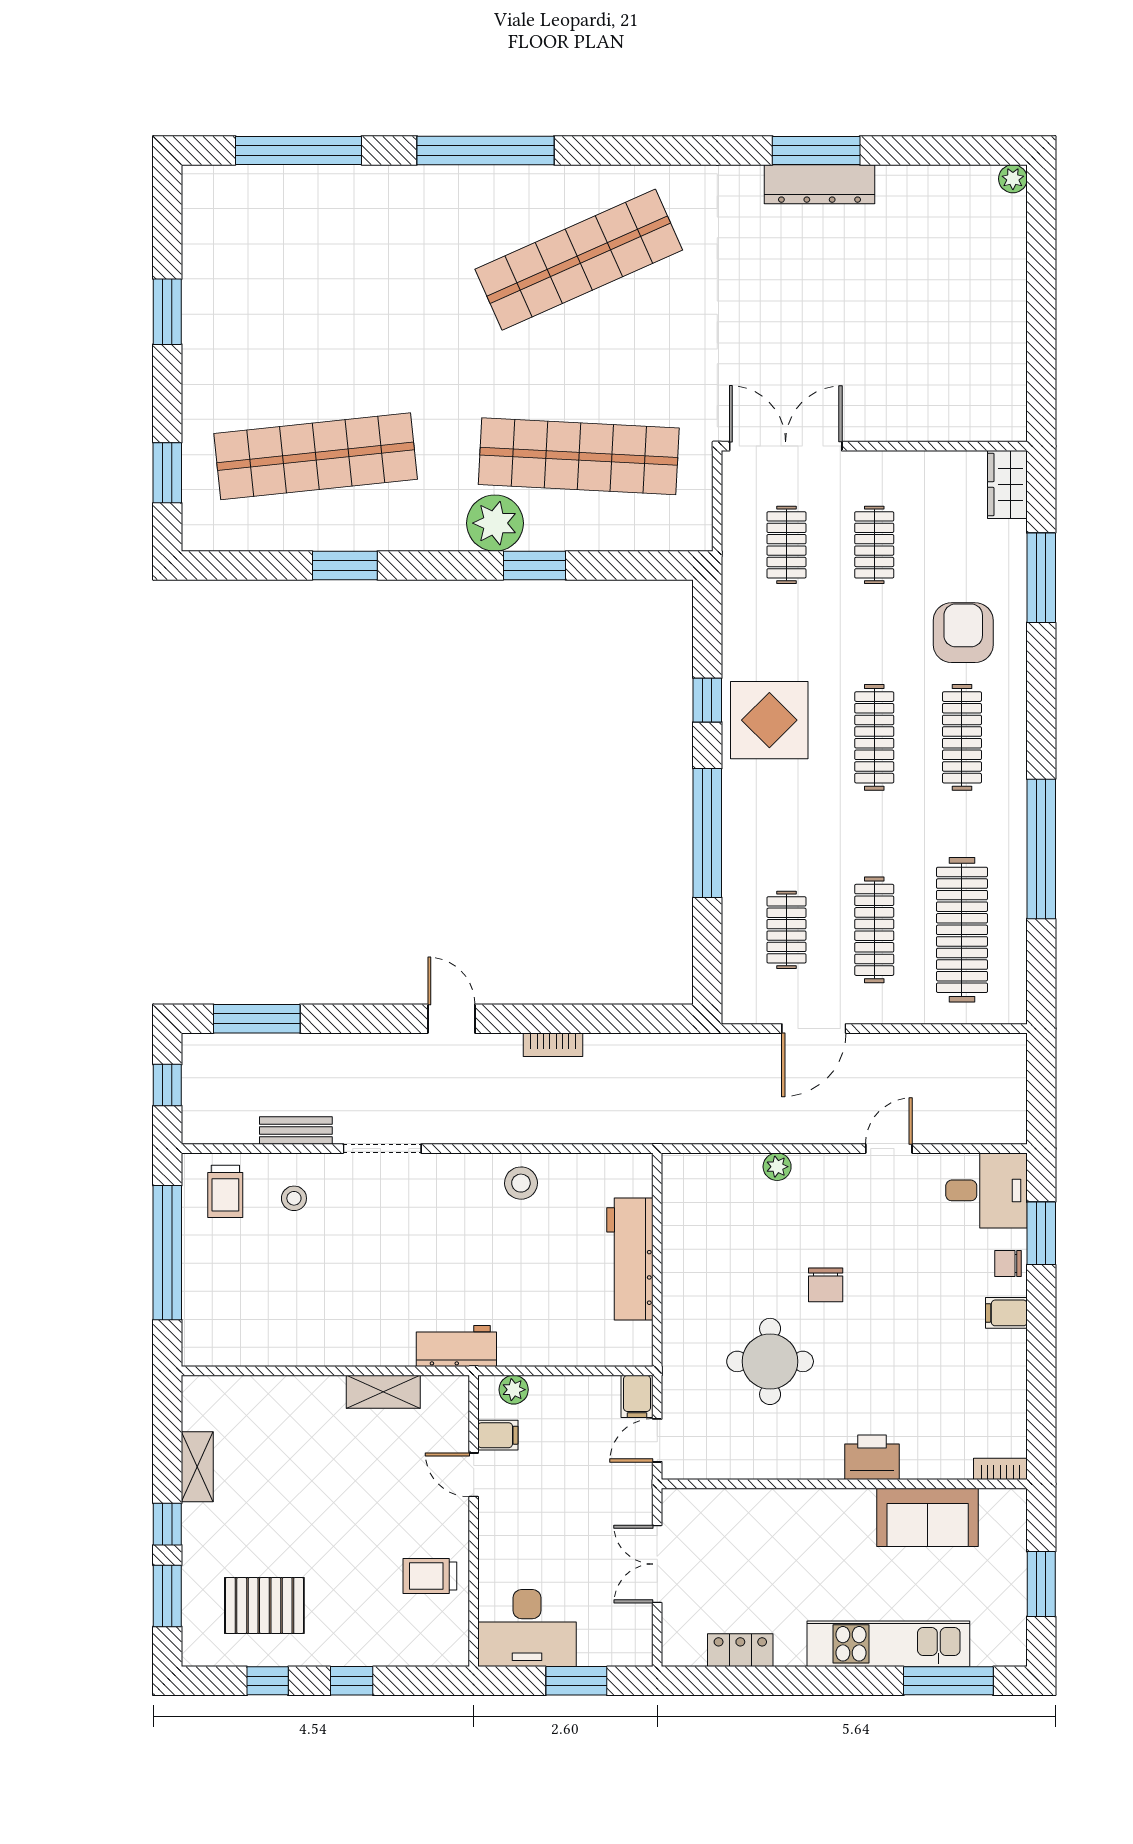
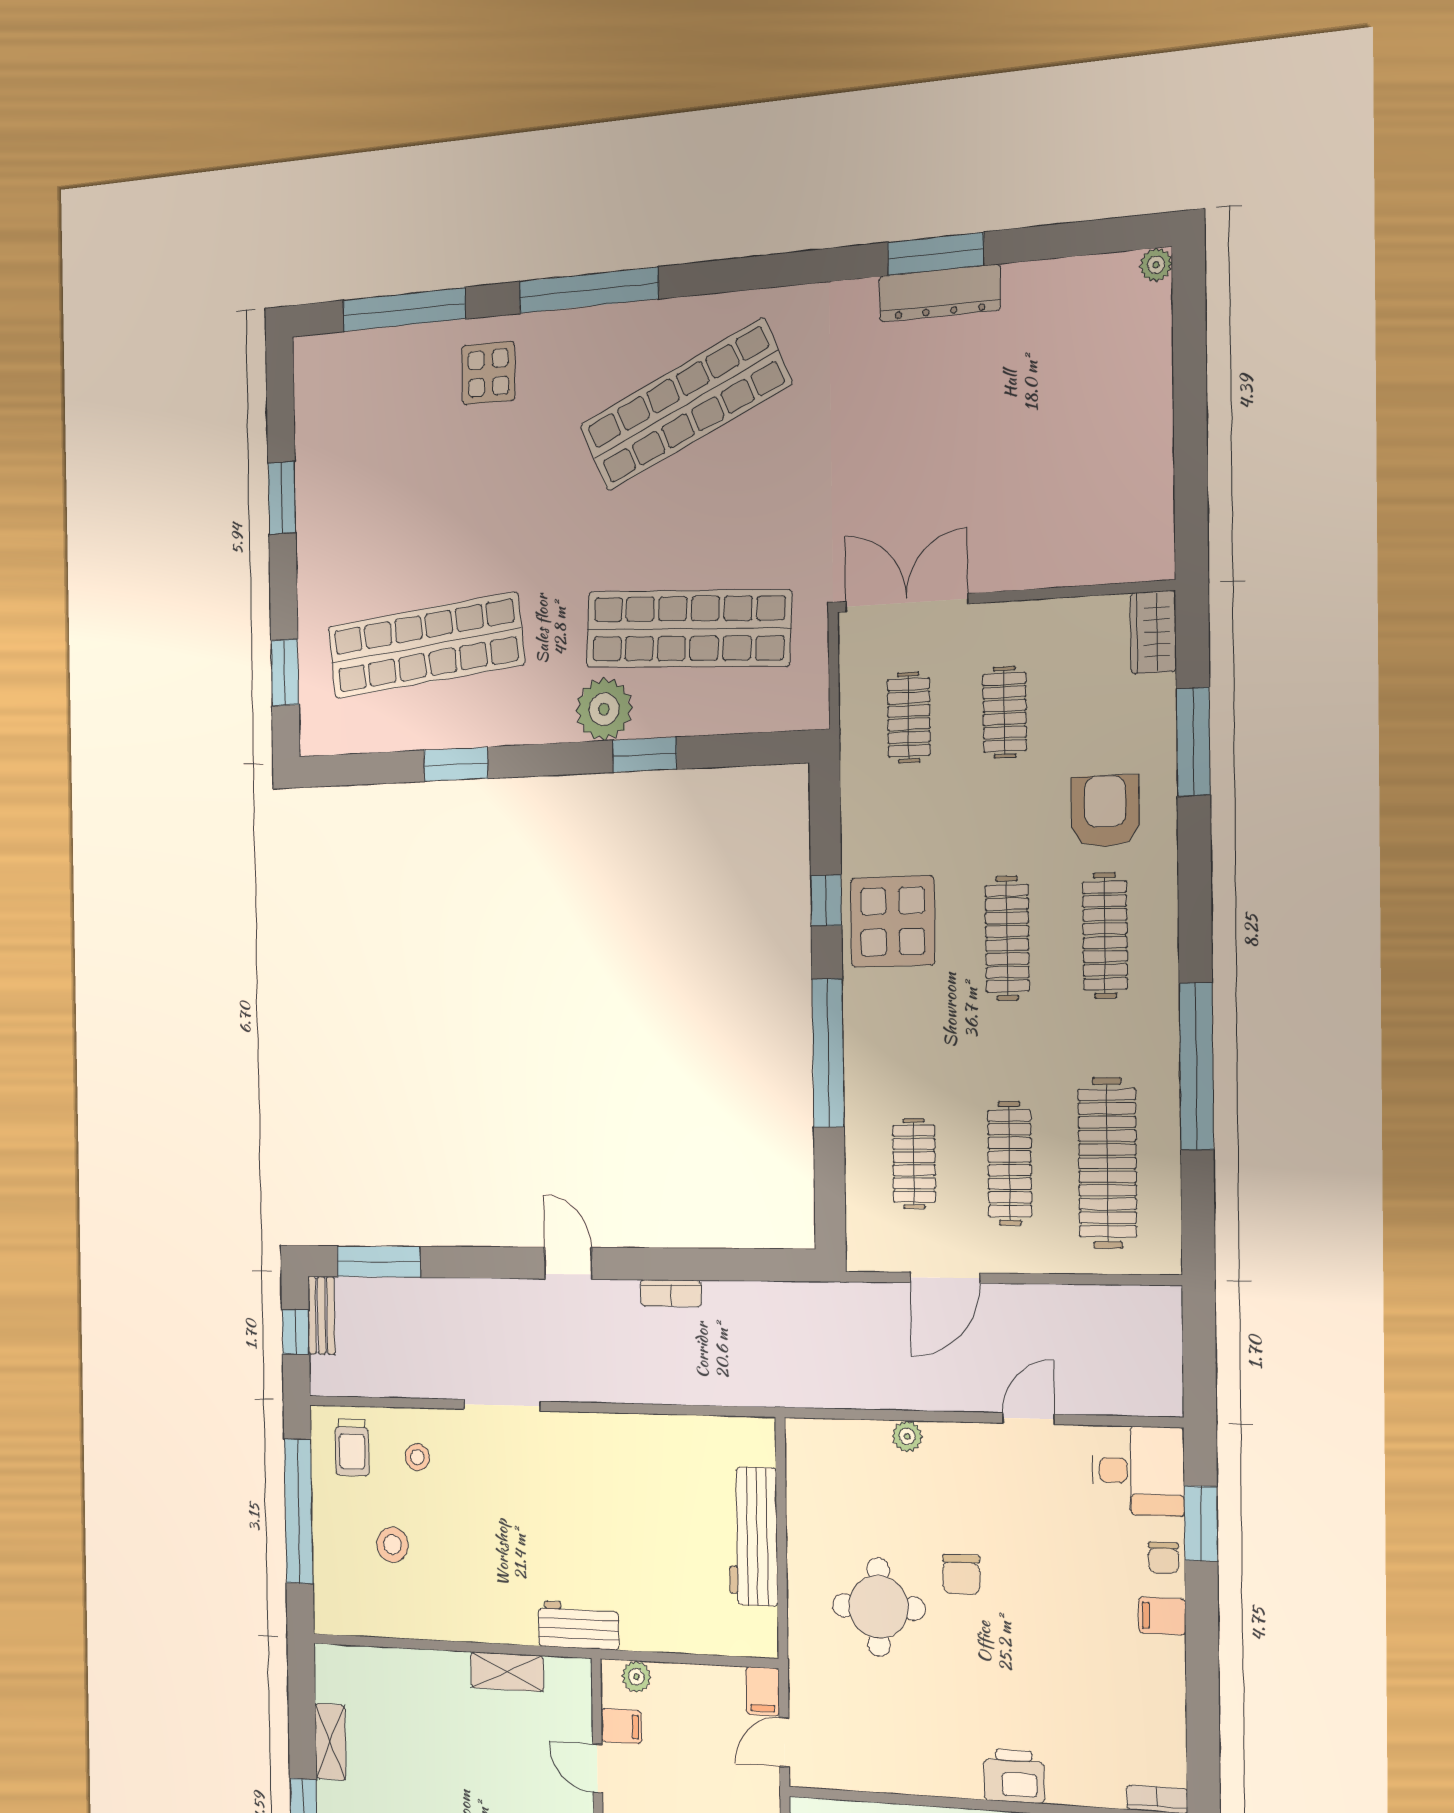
display table: (384, 215) -> (488, 373), added
bench: (296, 1130) -> (322, 1315), moved, turned 90
stool: (521, 1183) -> (393, 1545), moved
chair: (1008, 1264) -> (1163, 1558), turned -90
round table: (770, 1361) -> (879, 1607), moved

